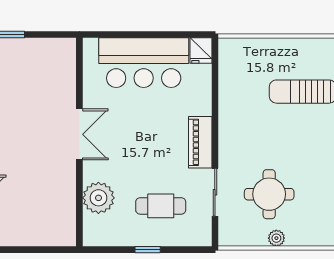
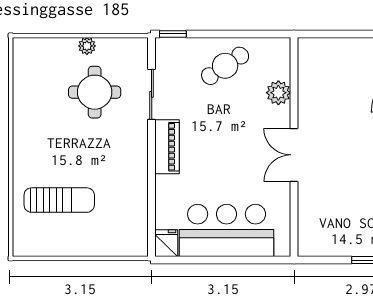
plant: (98, 198) -> (278, 93), width x0.73, depth x0.73
cafe table: (161, 206) -> (225, 66), moved, turned -34
window: (148, 250) -> (173, 34), moved

